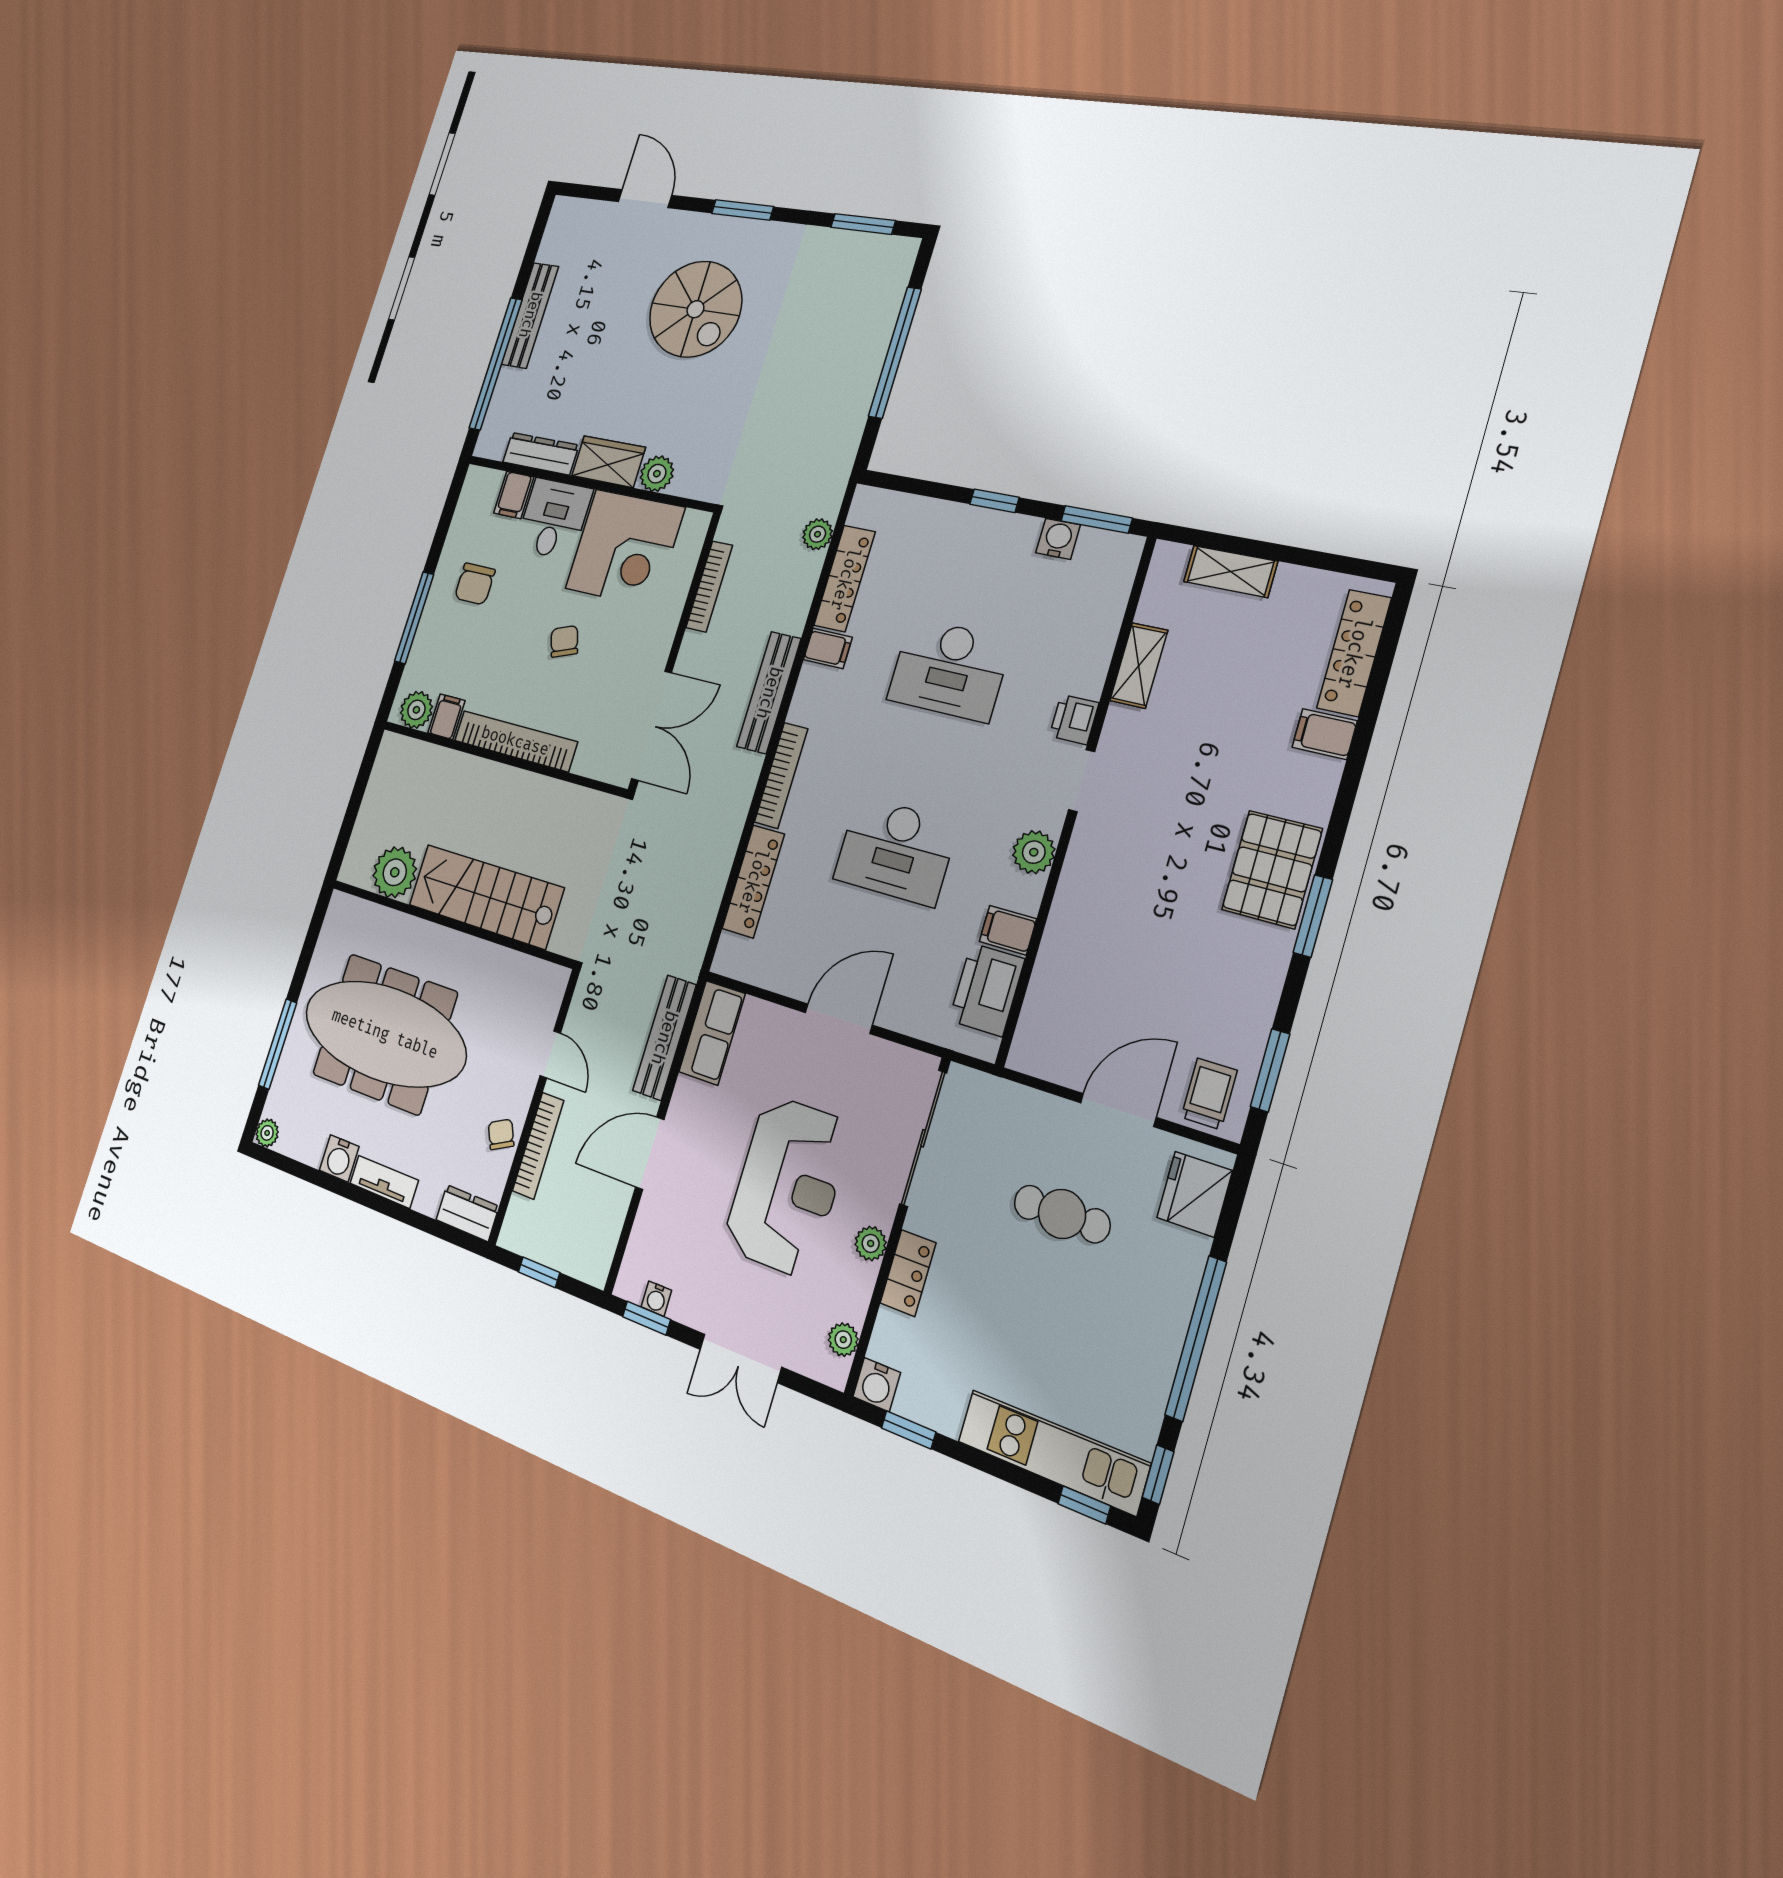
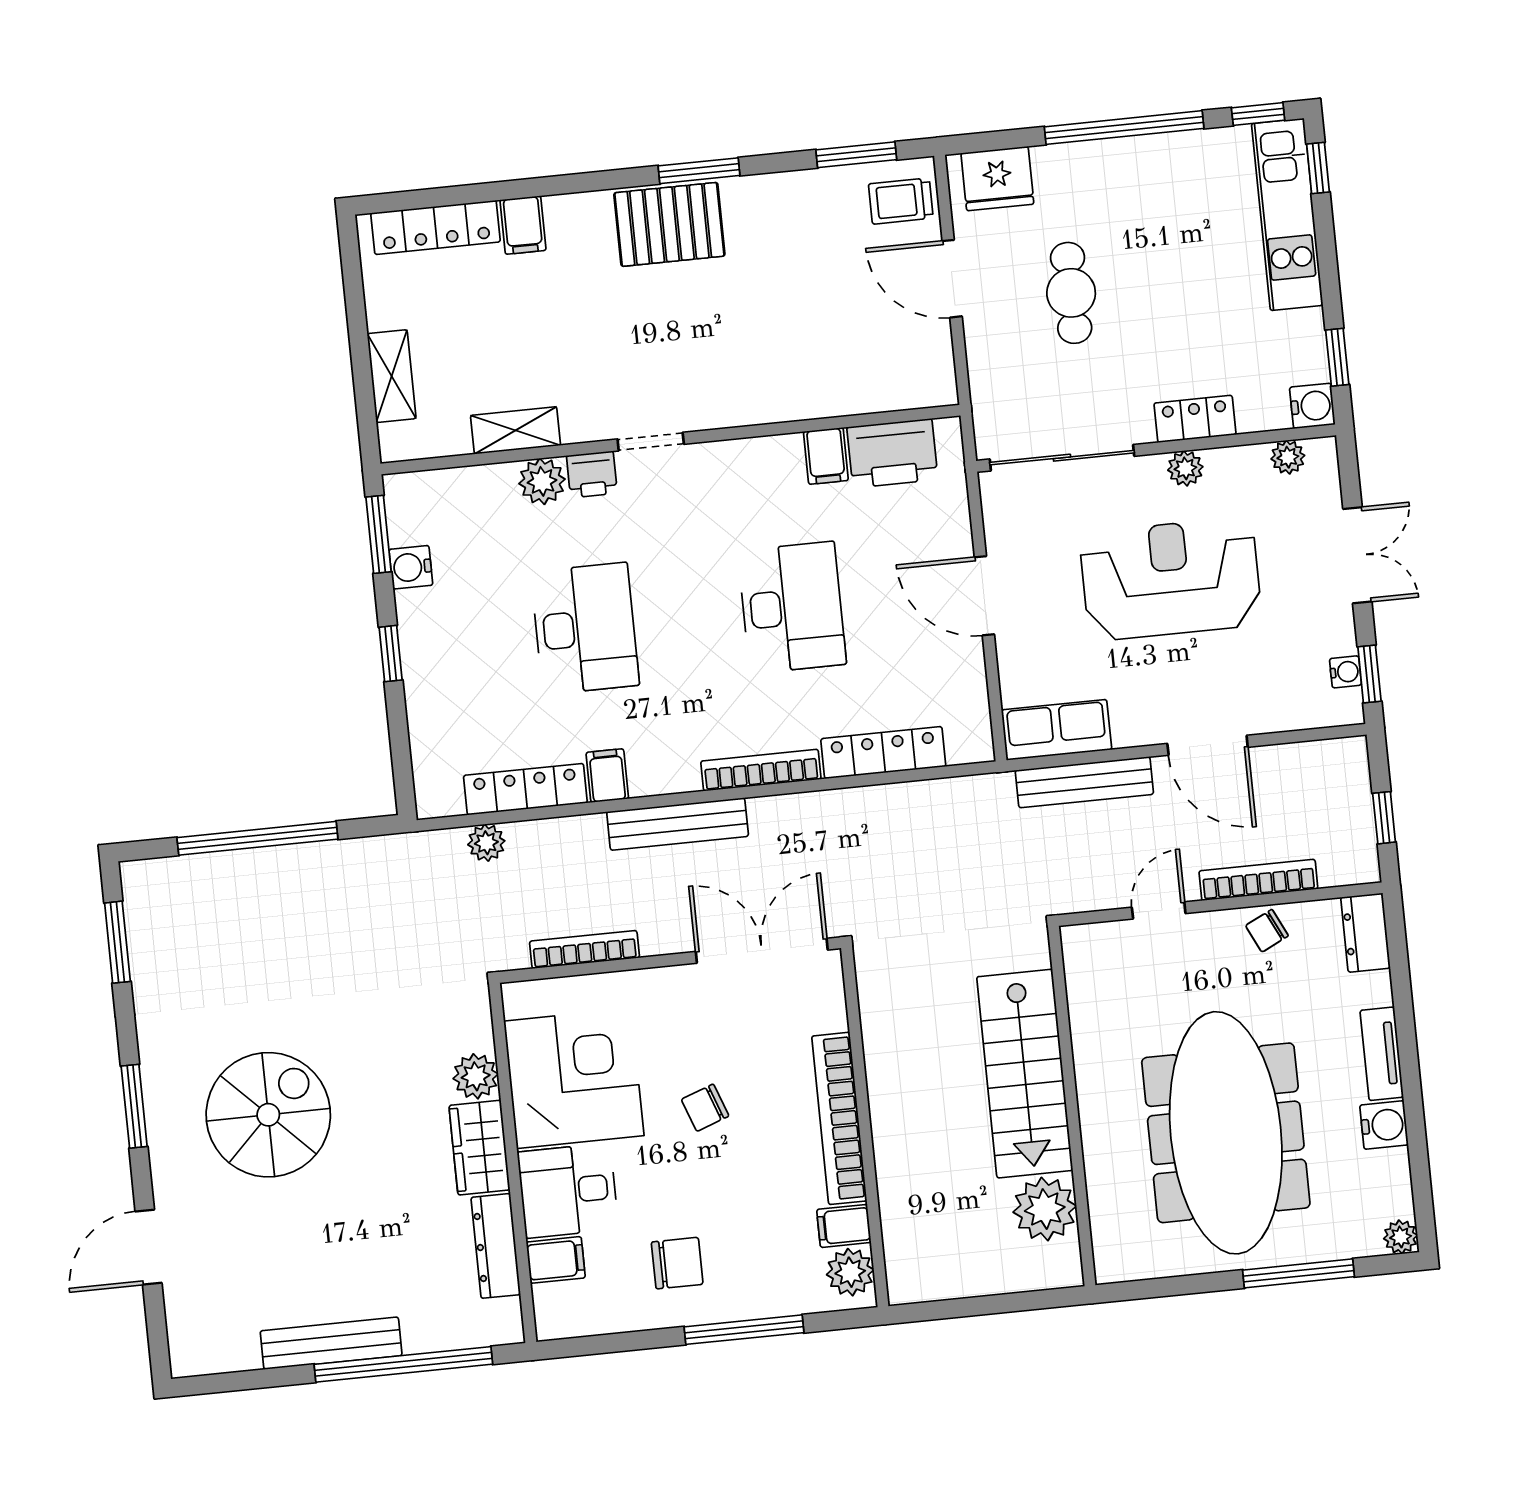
plant: (1034, 852) -> (542, 481), moved

